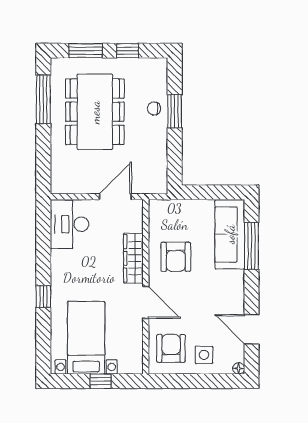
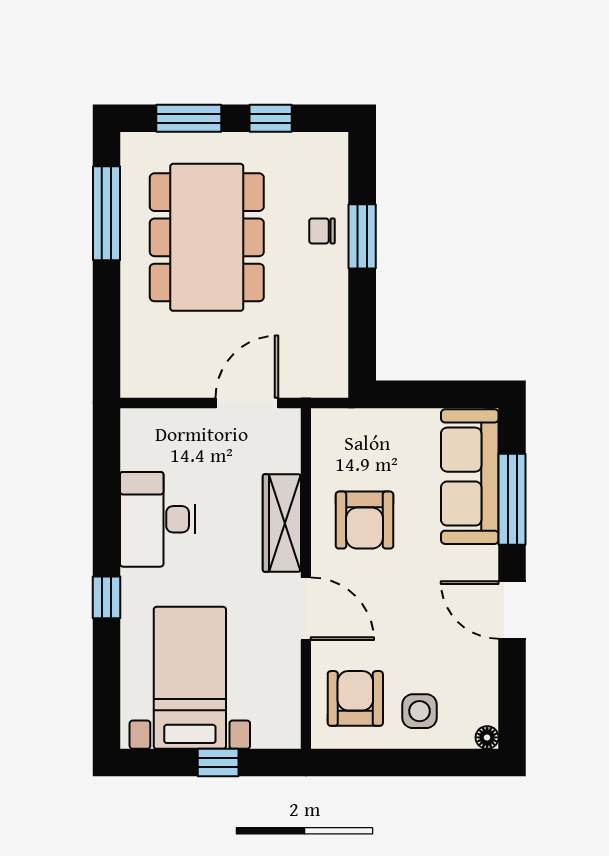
desk: (69, 224) -> (157, 519), moved
door: (251, 329) -> (512, 610), moved

